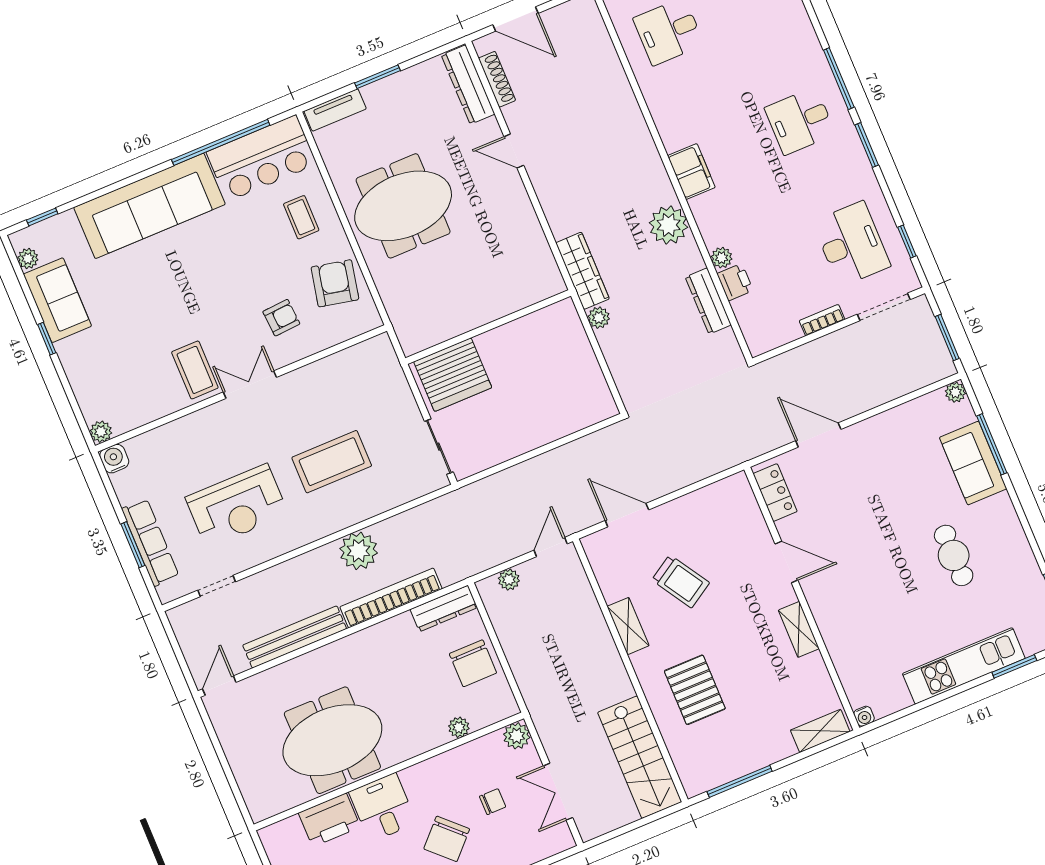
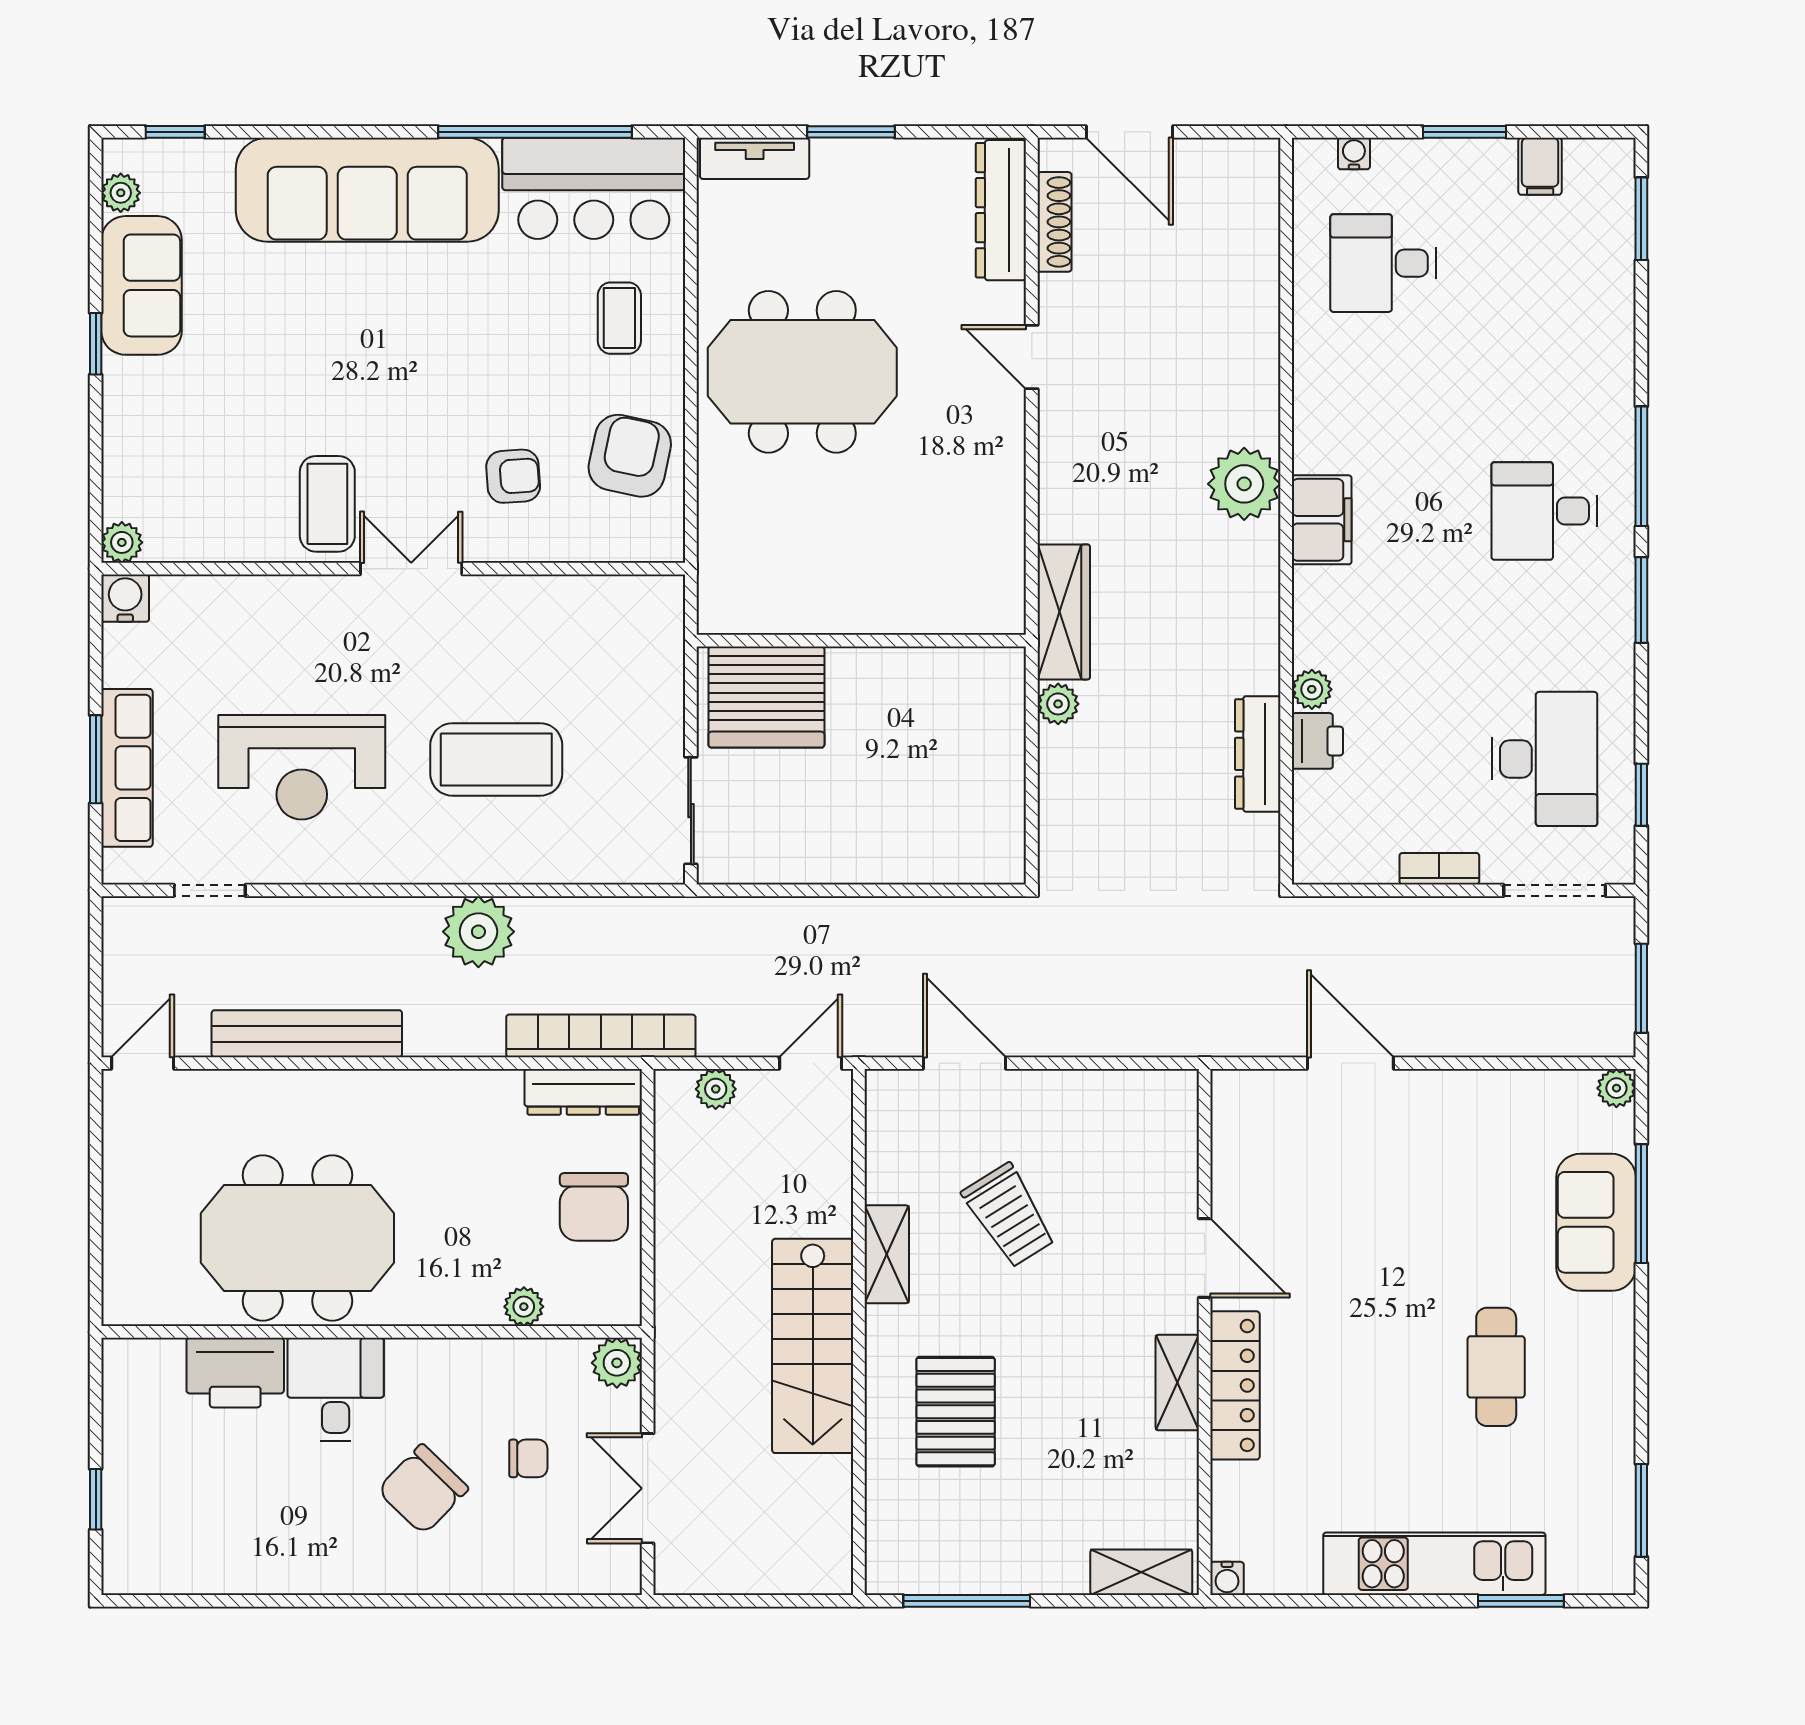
plant: (669, 225) -> (1244, 484), moved
locker: (775, 493) -> (1235, 1385), moved, width x1.53
bookcase: (391, 598) -> (601, 1036), moved
stairs: (640, 757) -> (813, 1346), moved

